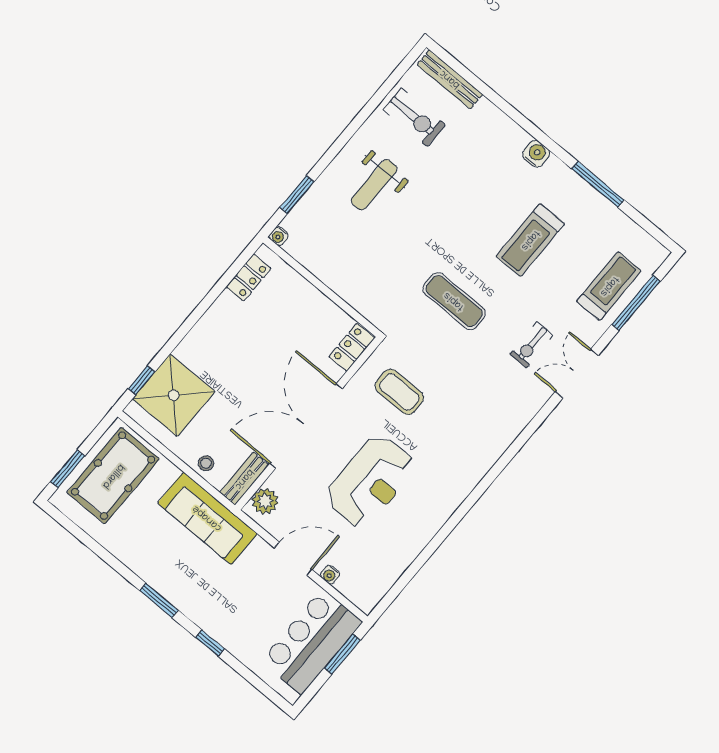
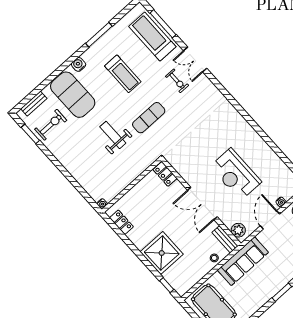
bench: (450, 79) -> (34, 104), width x0.73
exercise mat: (477, 151) -> (73, 95), added
weight bench: (374, 185) -> (113, 135), moved, turned 180
window: (297, 195) -> (30, 134), moved
treadmill: (609, 286) -> (152, 37), width x1.37, depth x1.38
coffee table: (399, 392) -> (192, 153), removed
shower: (174, 395) -> (162, 253), moved
double door: (306, 426) -> (202, 203), width x0.73
reception desk: (370, 481) -> (236, 174), turned 180

